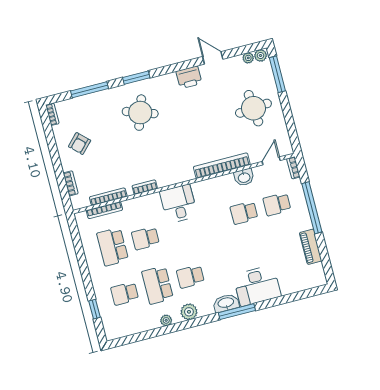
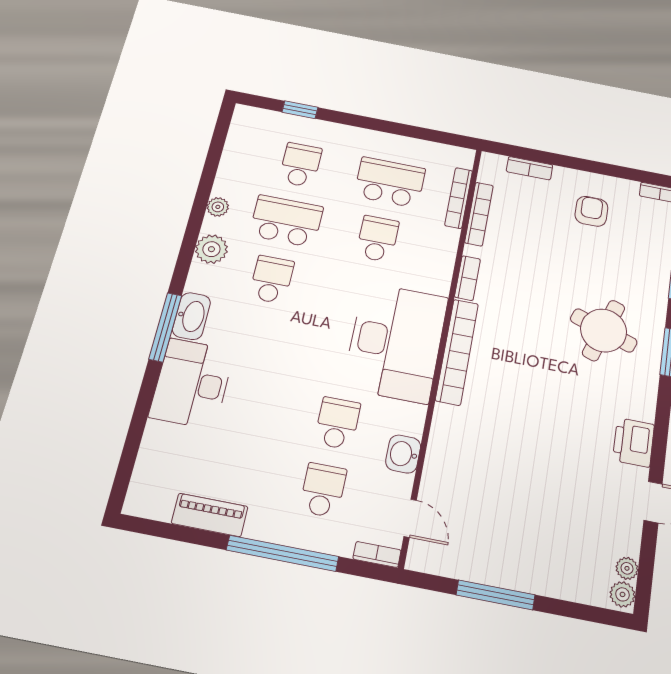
window: (277, 74) -> (496, 595), moved
round table: (253, 108) -> (526, 533), removed
armchair: (80, 144) -> (591, 211), turned 46
bookcase: (222, 166) -> (457, 352), moved
desk: (179, 204) -> (396, 342), width x1.87, depth x1.30

